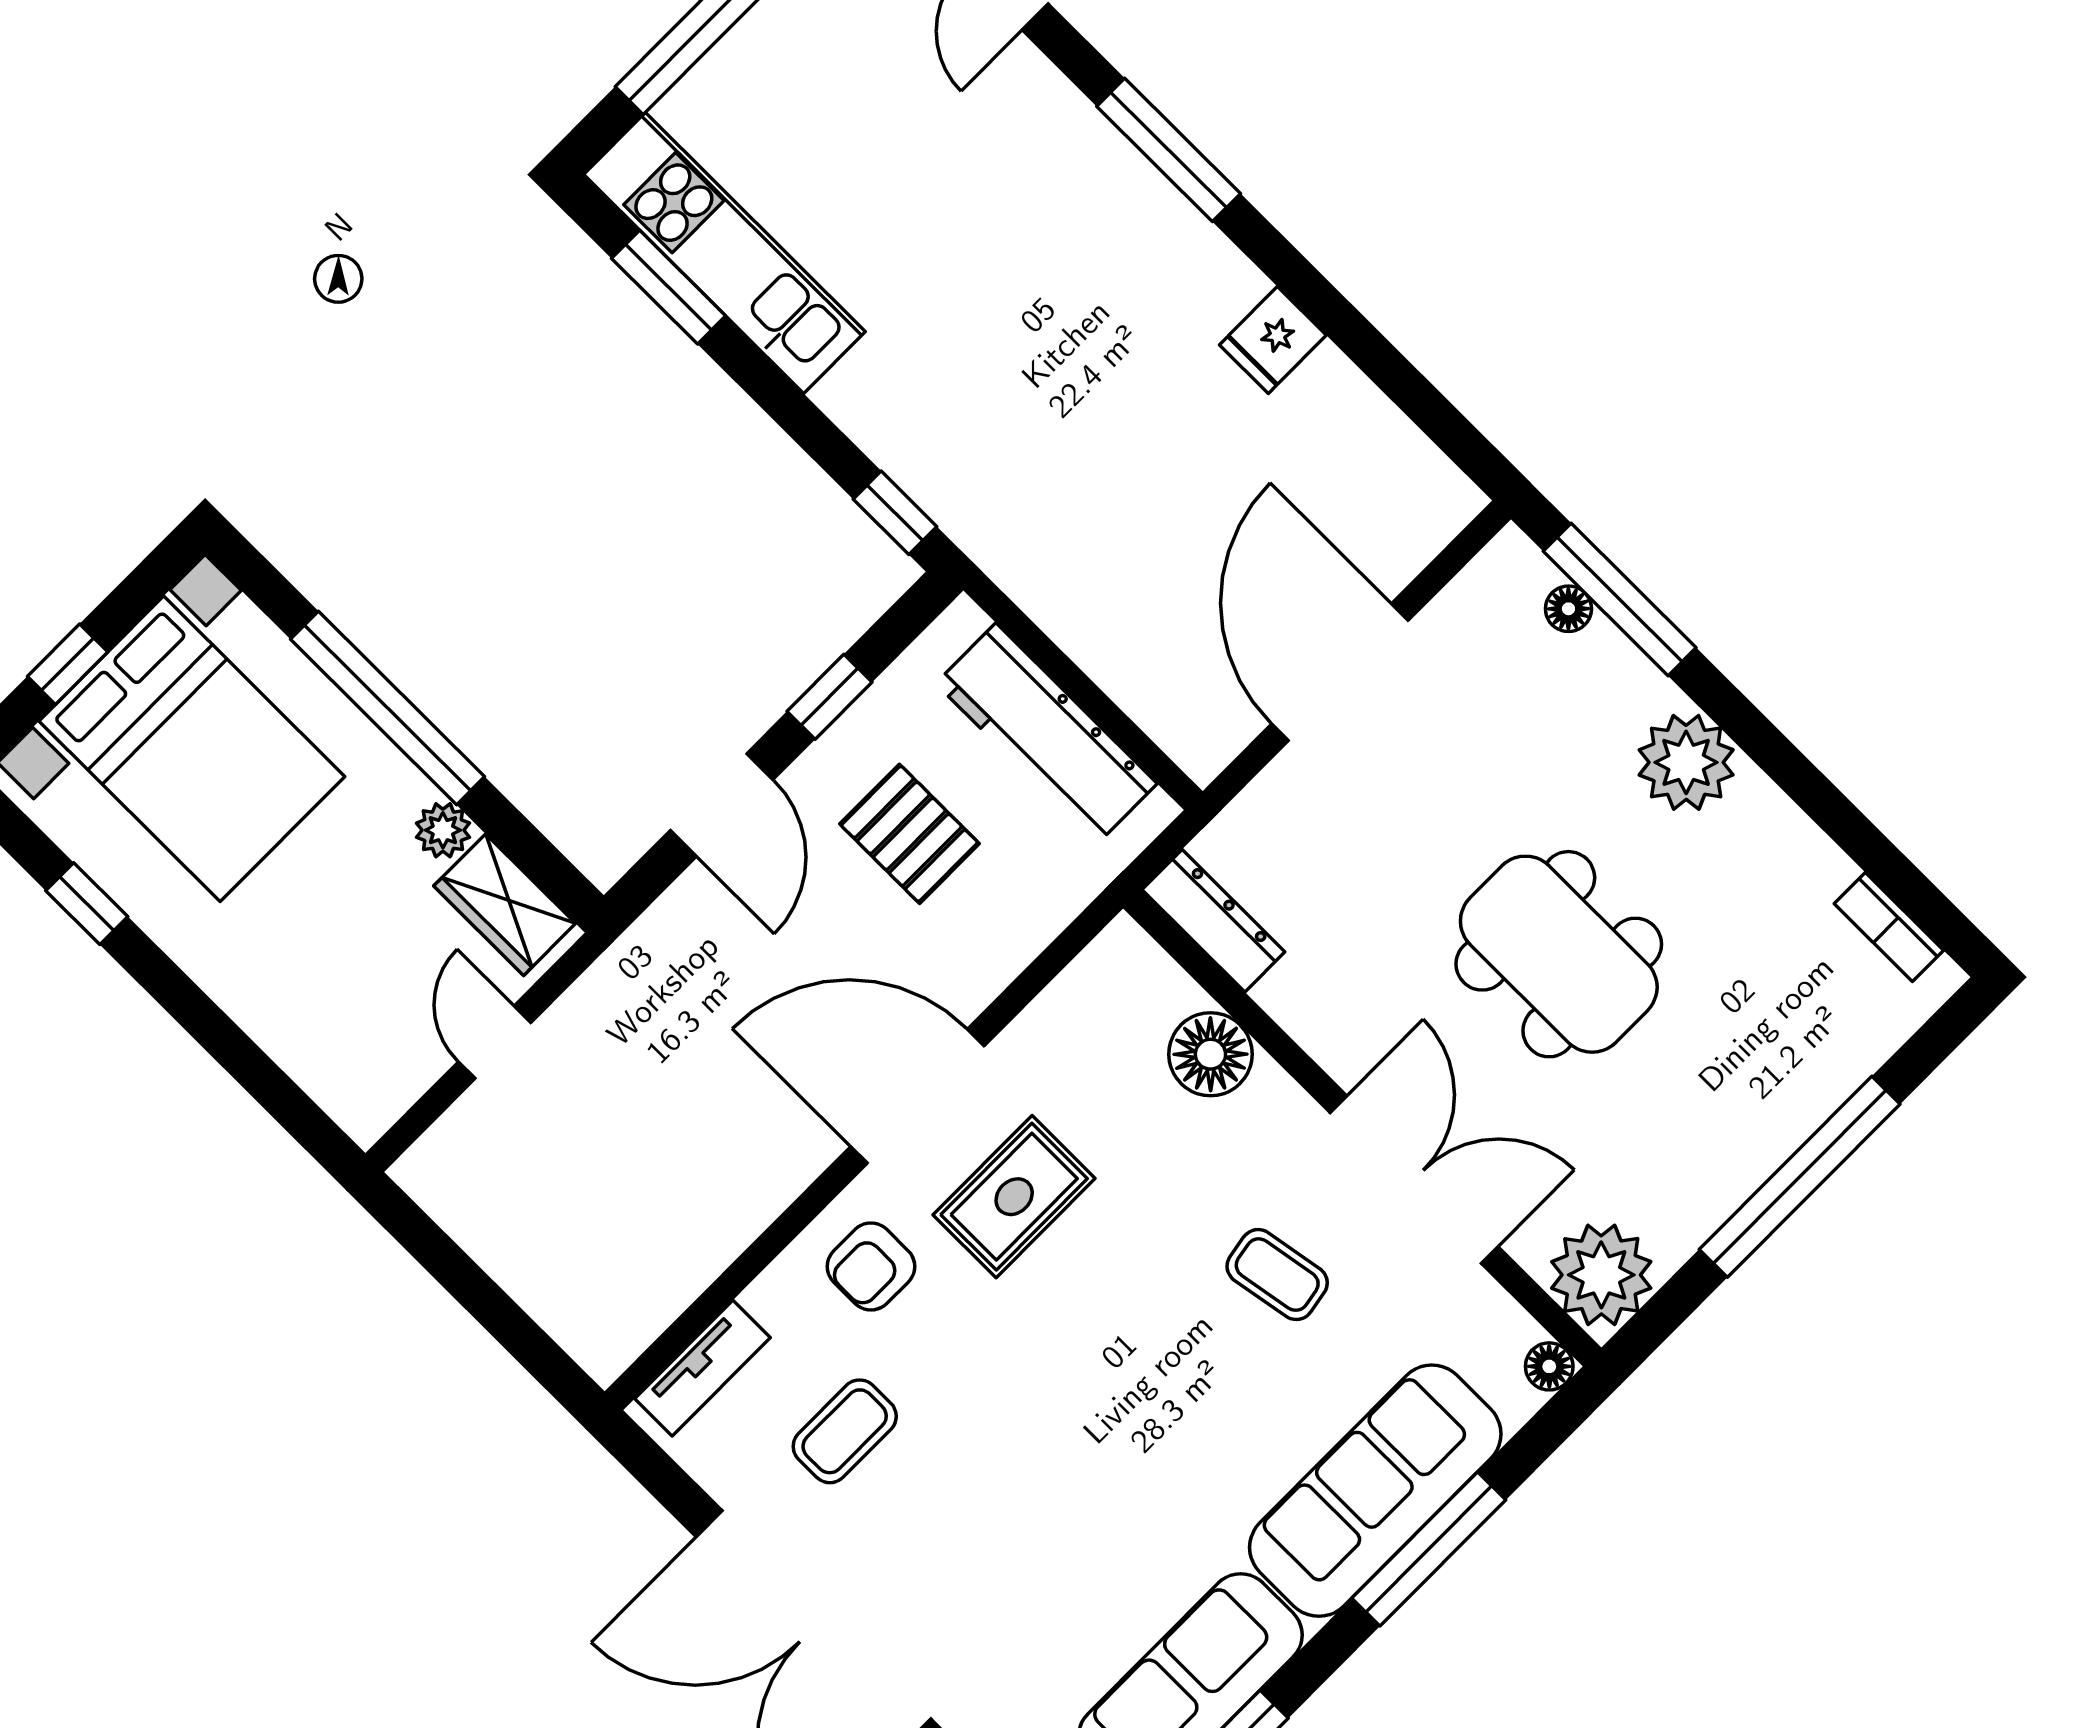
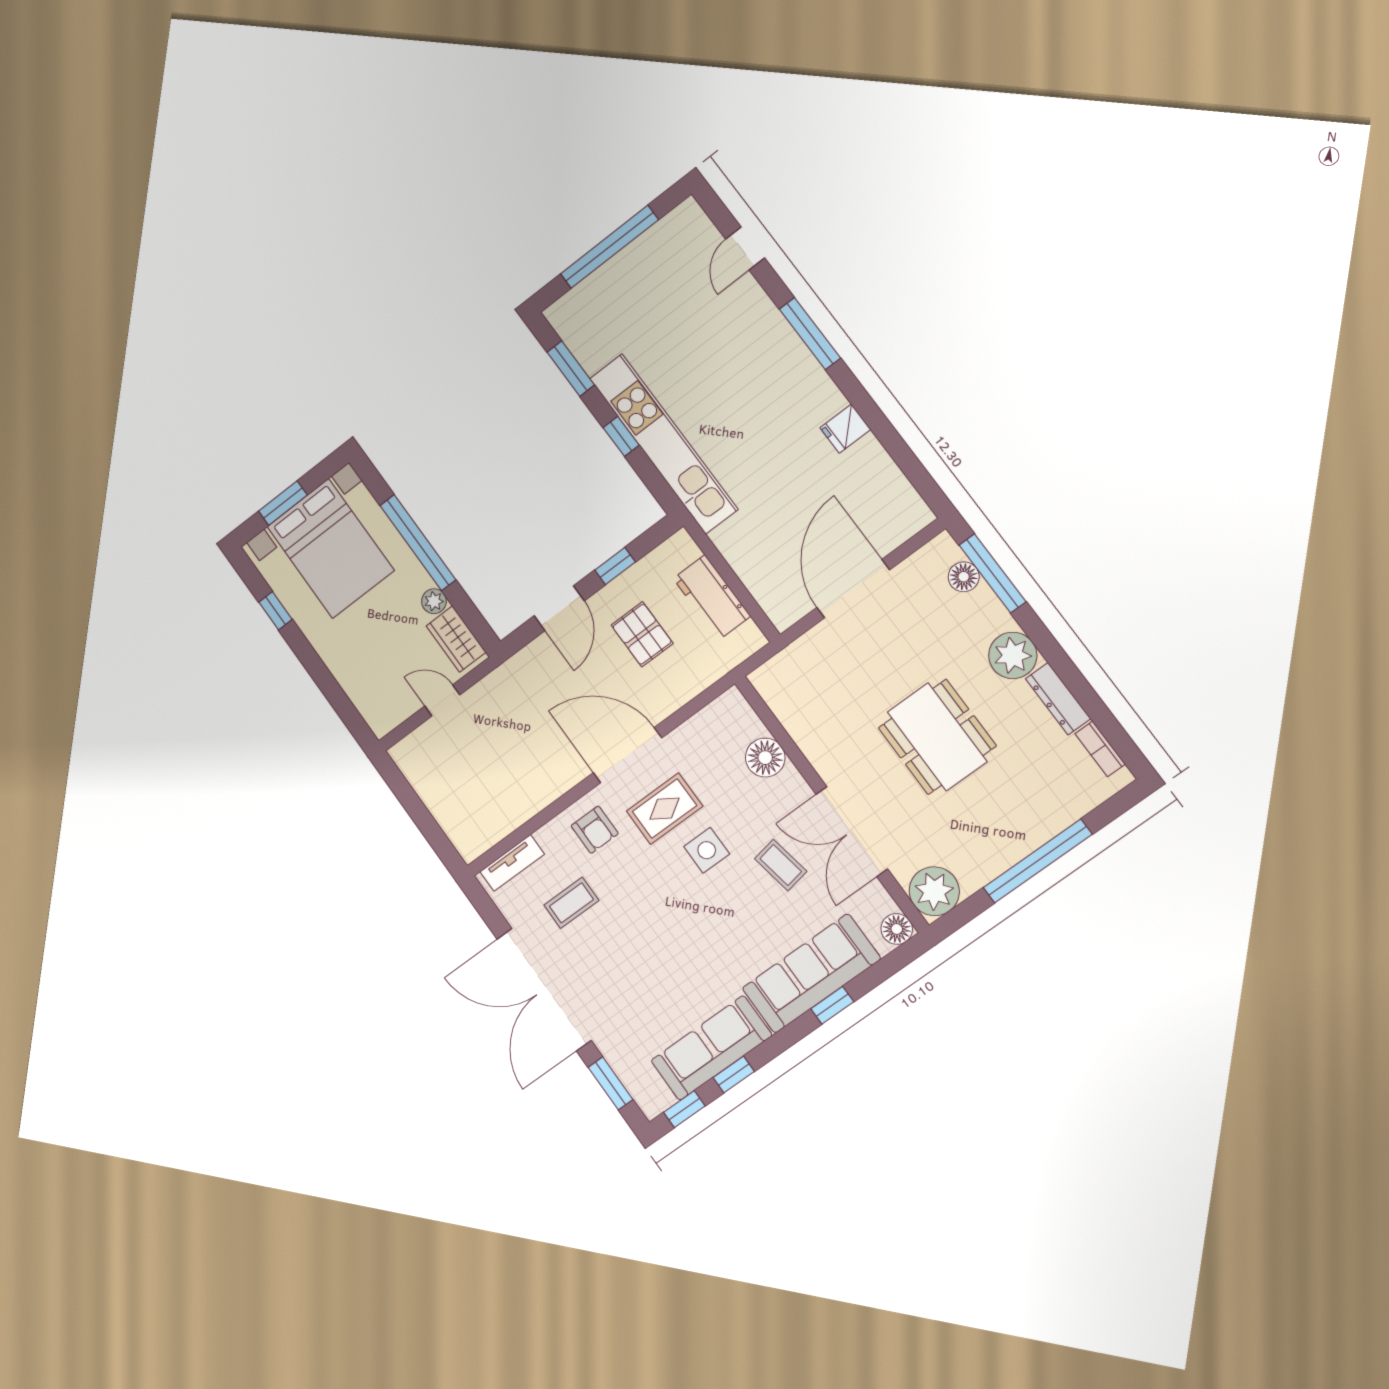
kitchen unit: (724, 253) -> (664, 444), moved, width x1.36
window: (895, 513) -> (621, 436), moved
floor lamp: (1568, 609) -> (964, 577), width x1.37, depth x1.37
window: (68, 664) -> (283, 503), width x1.50
workbench: (1046, 734) -> (712, 597), width x0.73
dresser: (1213, 921) -> (1058, 699), moved, turned 180
door: (495, 1042) -> (442, 700), hinge flipped
double door: (1414, 1180) -> (852, 832), swing flipped
armchair: (871, 1266) -> (595, 830), turned -90
side table: (1117, 1270) -> (707, 850), added
floor lamp: (1549, 1366) -> (897, 929), width x1.37, depth x1.37
window: (1429, 1549) -> (832, 1005), width x0.46

